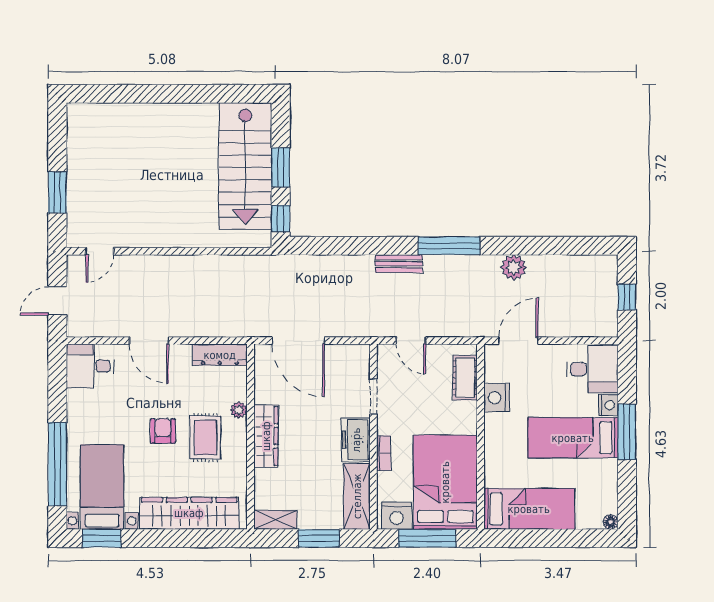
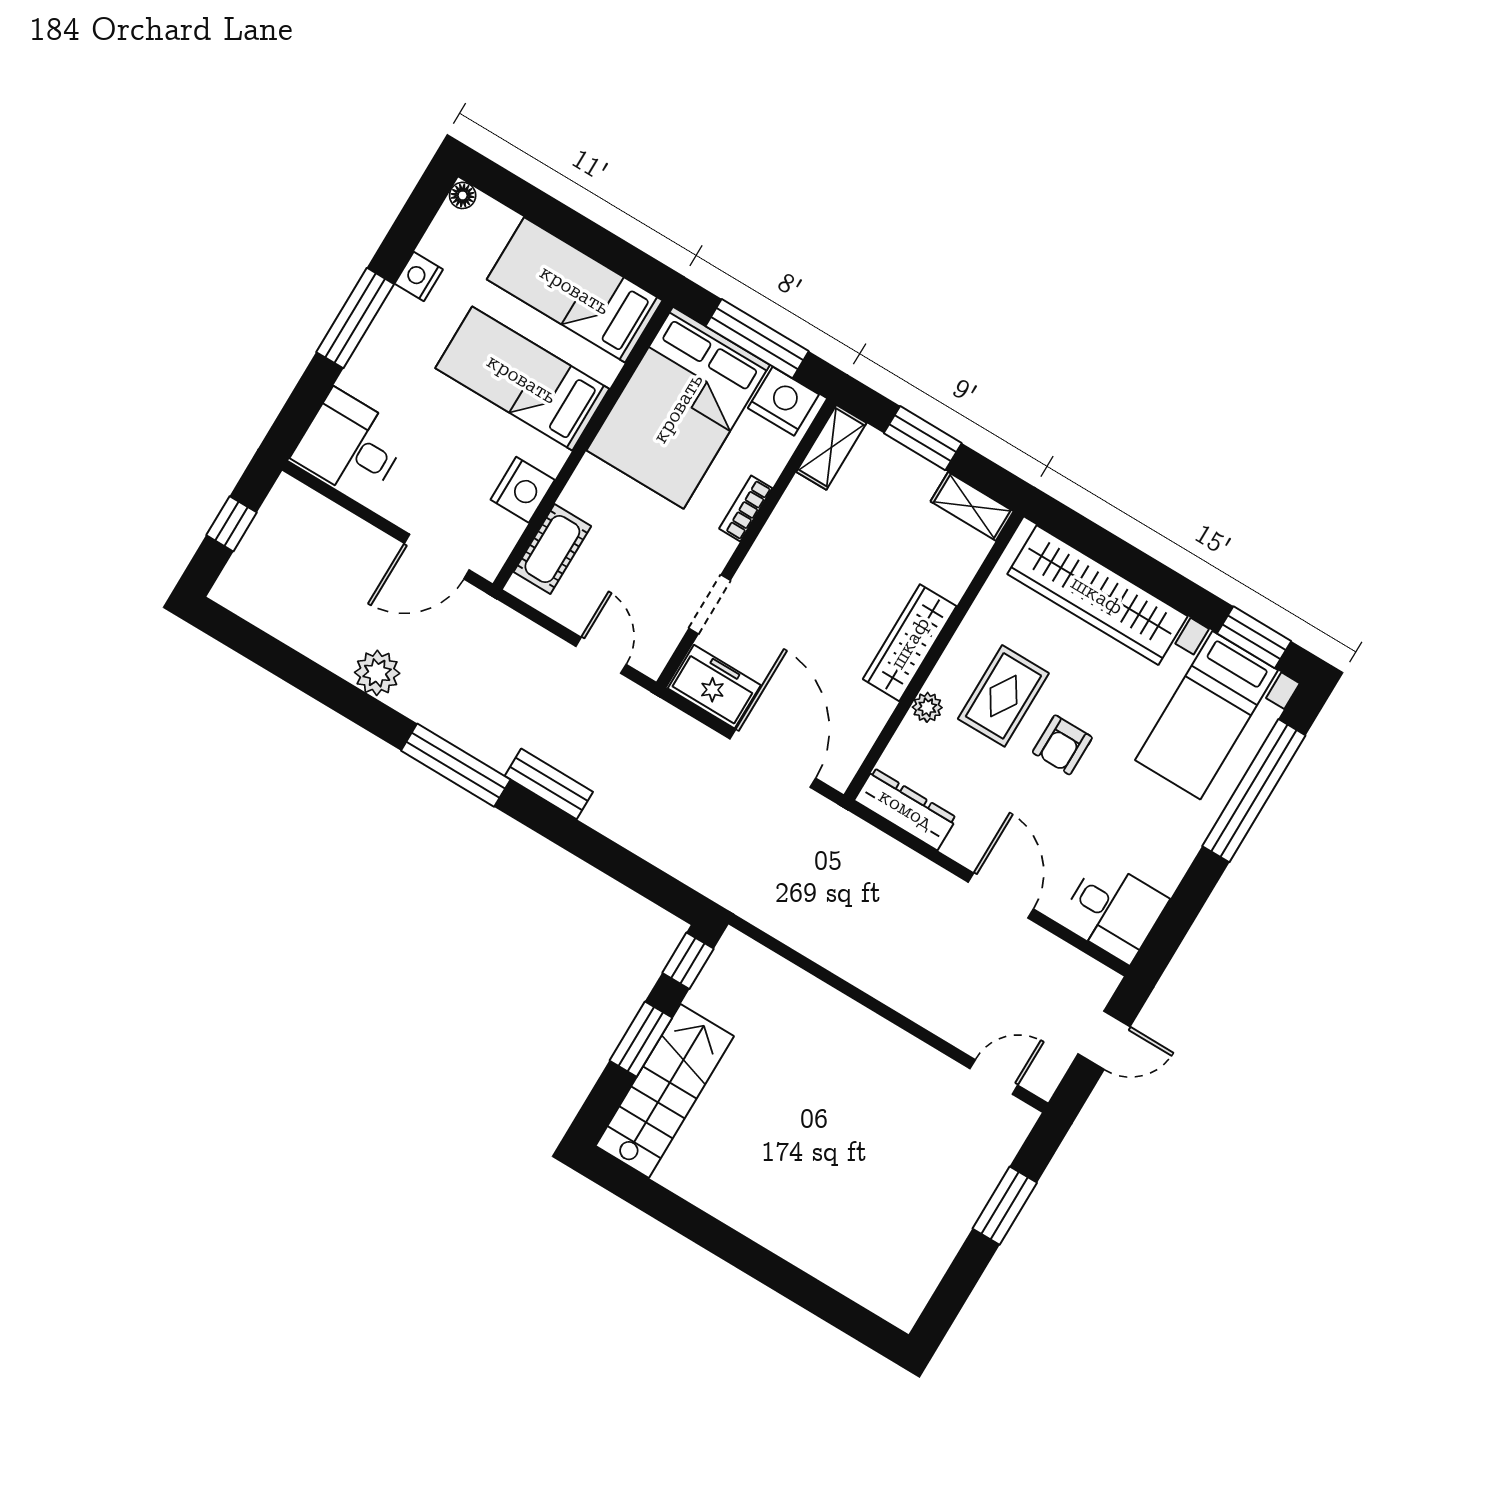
stairs: (245, 166) -> (665, 1091), width x0.73, depth x0.66
nightstand: (608, 405) -> (419, 277), moved
bed: (573, 438) -> (522, 379), moved, turned 180
freezer: (356, 440) -> (714, 687), moved, turned -90
shelving: (357, 496) -> (831, 447), width x0.67, depth x0.75

